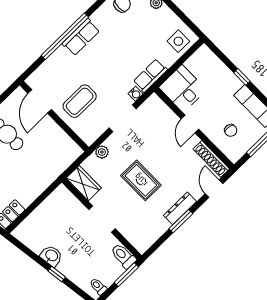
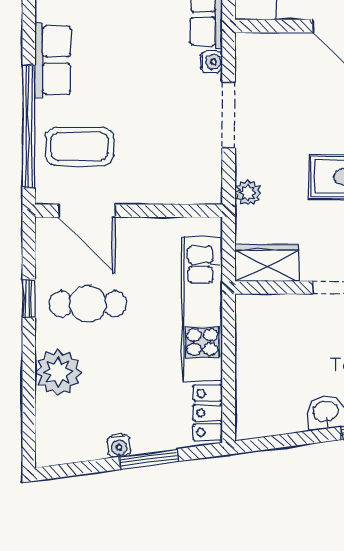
window: (65, 36) -> (29, 126), moved
coffee table: (80, 101) -> (80, 147), moved, turned 90
kitchen unit: (45, 176) -> (202, 309), added

